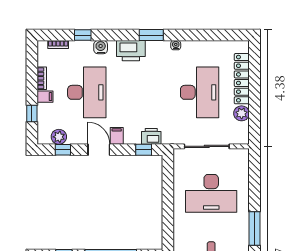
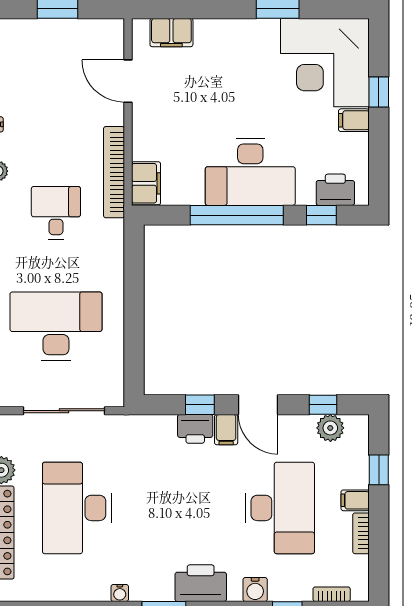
desk: (87, 92) -> (280, 508), turned 180
printer: (151, 136) -> (195, 429), moved
window: (144, 150) -> (200, 405), moved

